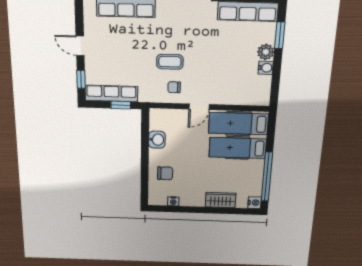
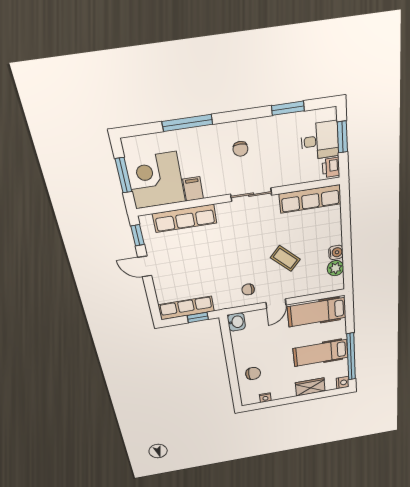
window: (280, 35) -> (346, 217), removed
plant: (266, 52) -> (335, 268), moved
coffee table: (170, 62) -> (285, 258), moved, turned 43
window: (81, 79) -> (137, 235), moved
washbasin: (157, 140) -> (236, 322), moved
hospital bed: (238, 148) -> (321, 353), moved

